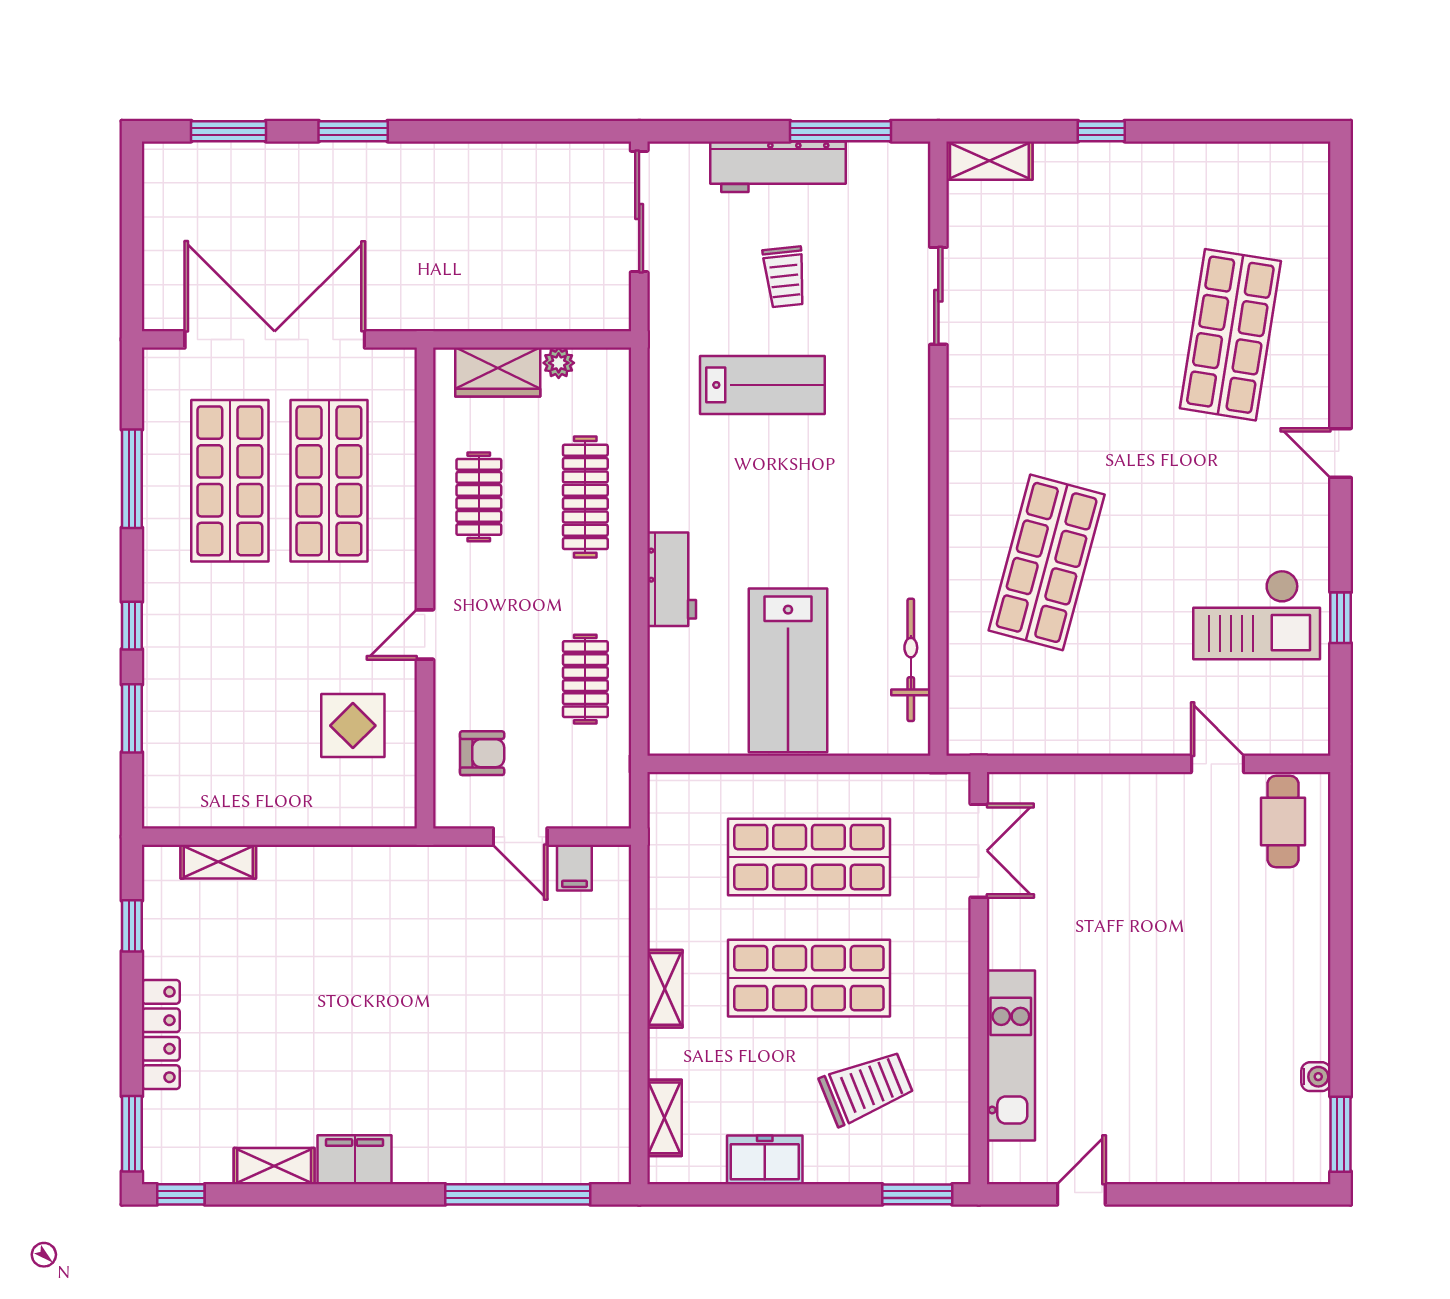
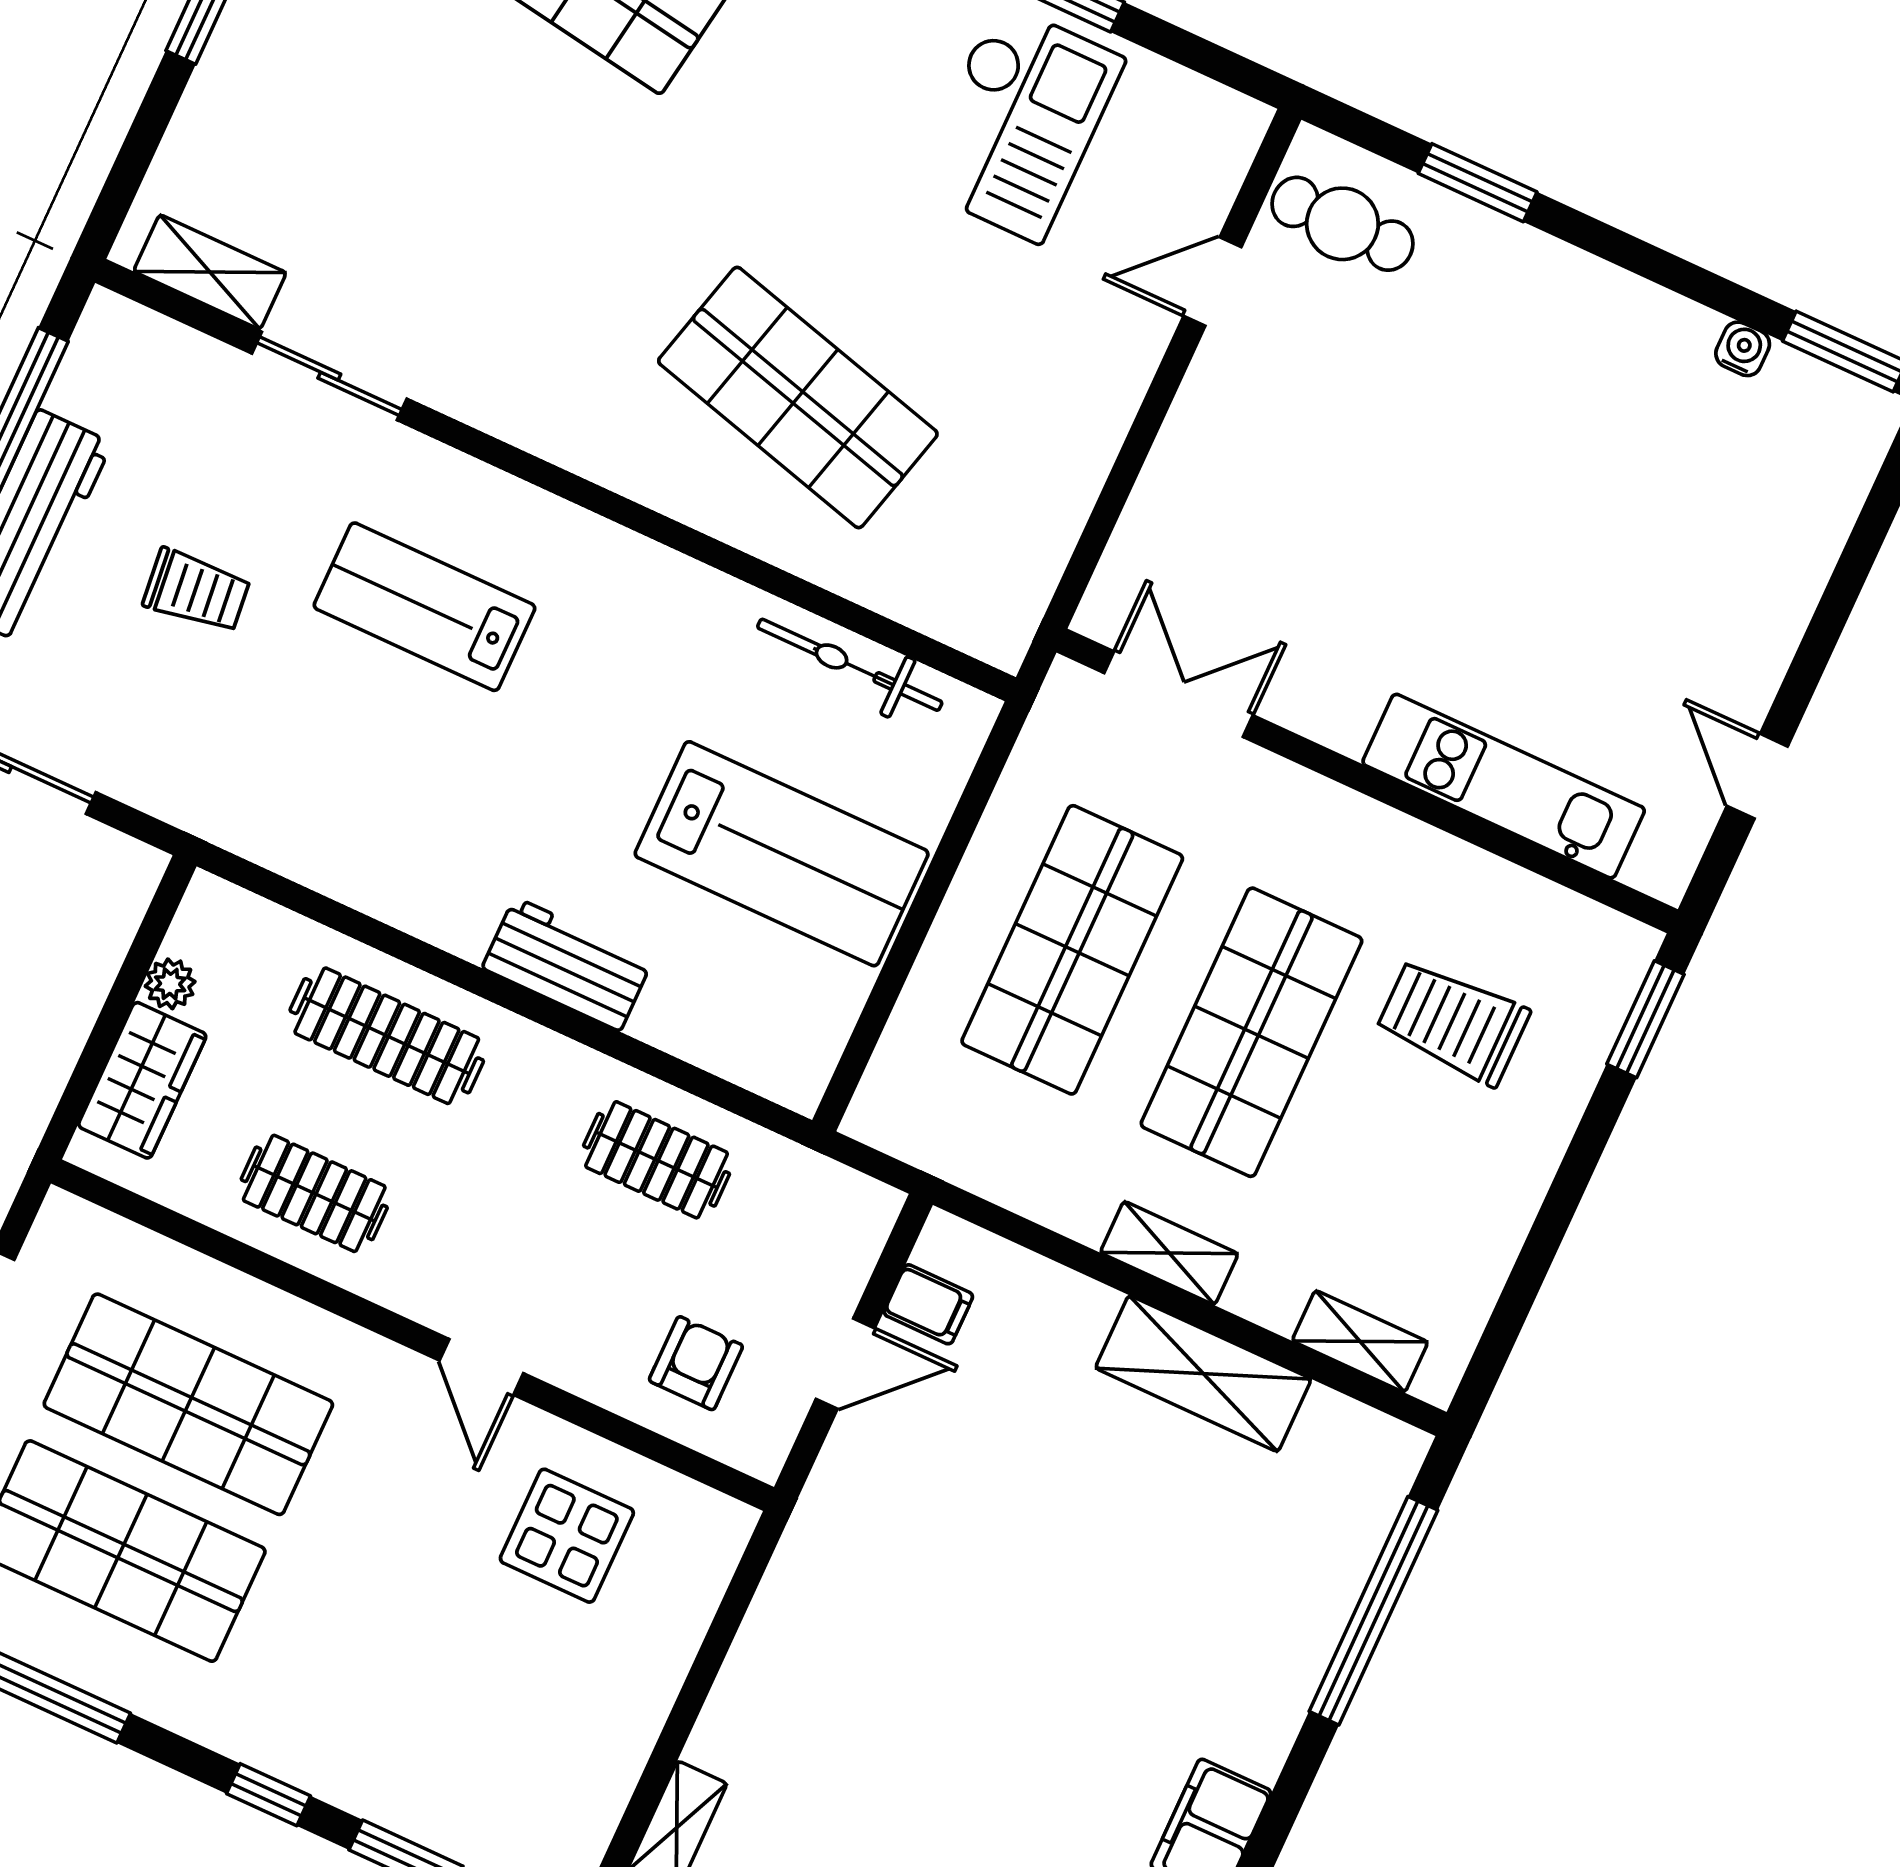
shelving: (989, 161) -> (210, 272), moved, turned 90
lab bench: (762, 385) -> (424, 607), moved, turned -90
window: (1341, 886) -> (1478, 183), added
shelving: (606, 1039) -> (1203, 1374), added
trolley: (866, 1088) -> (1453, 1022), turned -68
freezer: (765, 1160) -> (1490, 1222), removed

